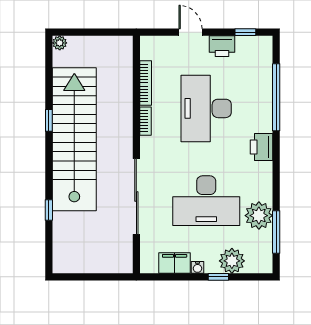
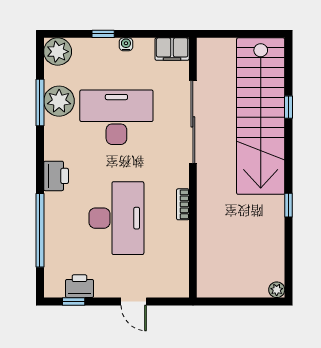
printer: (222, 46) -> (79, 286), moved
bookcase: (146, 83) -> (183, 246), removed
stairs: (74, 139) -> (261, 116), moved
window: (276, 232) -> (40, 102), moved
plant: (232, 261) -> (58, 52), moved
filing cabinet: (175, 263) -> (172, 49), moved

